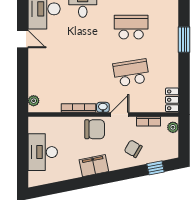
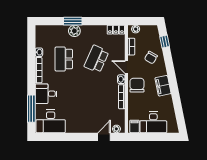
door: (23, 39) -> (104, 137), moved
plant: (170, 42) -> (74, 31), added
school desk: (131, 73) -> (96, 59), turned 33
filing cabinet: (37, 126) -> (134, 126), added

